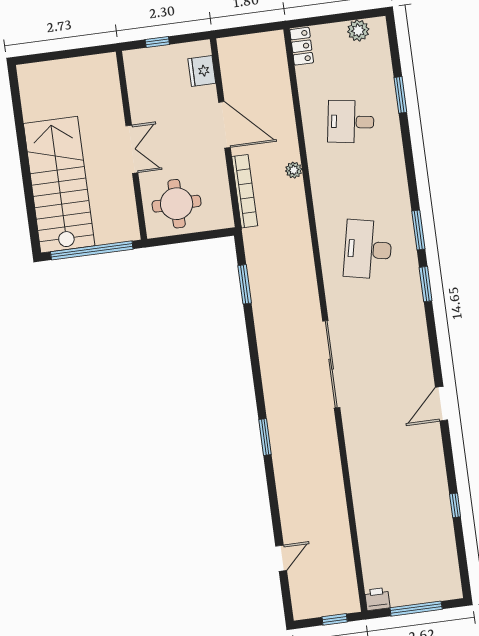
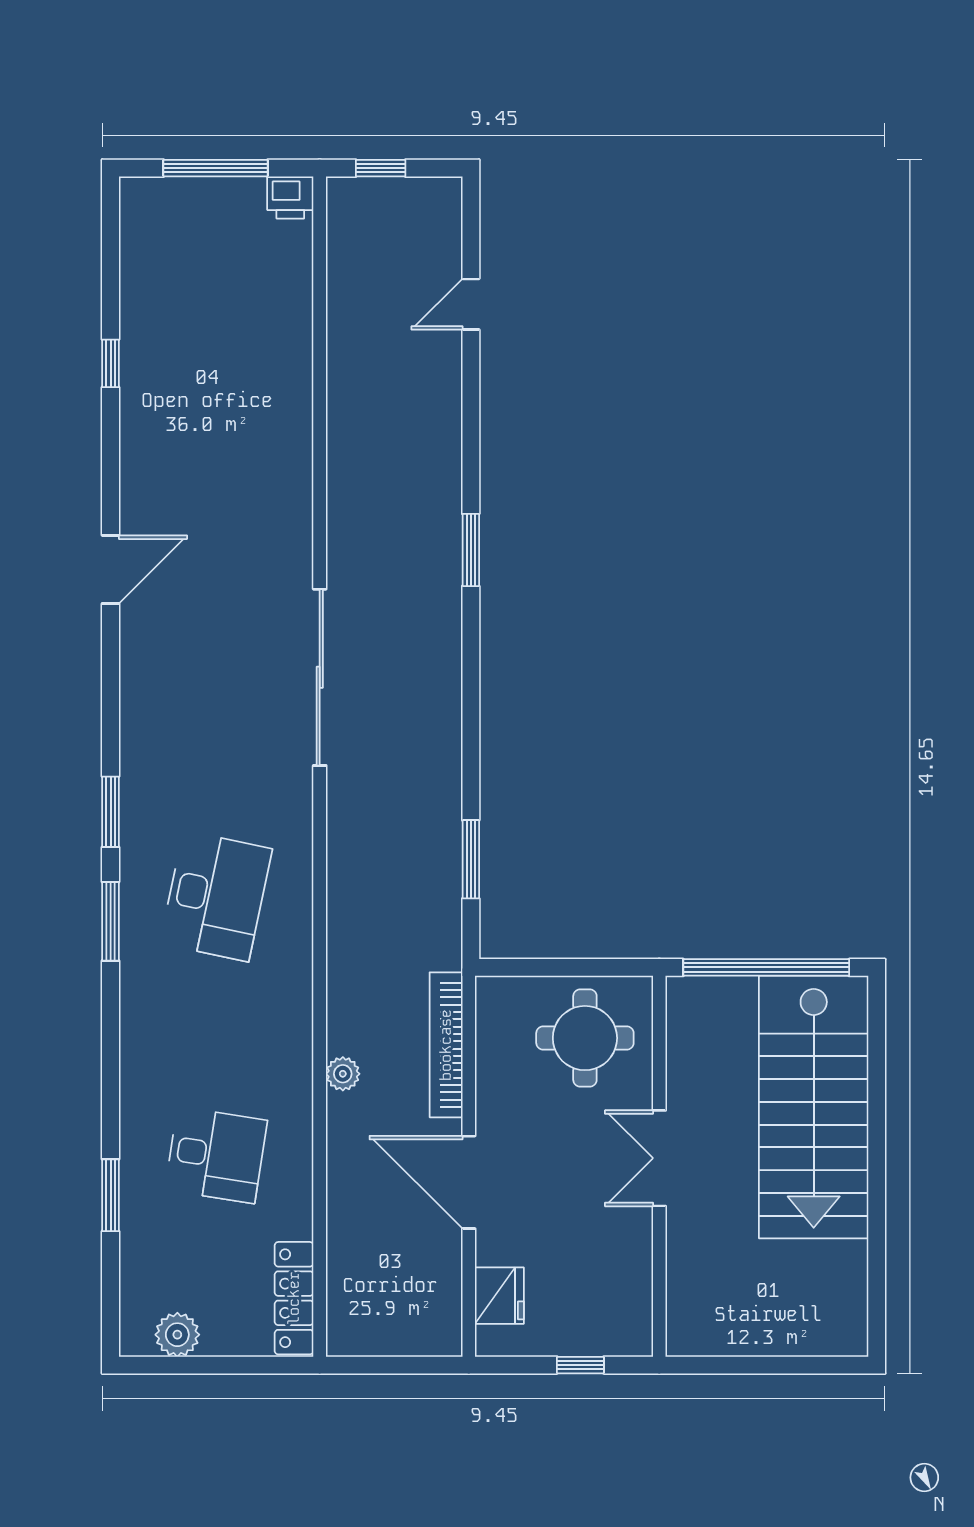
locker: (302, 46) -> (294, 1298), width x1.53

